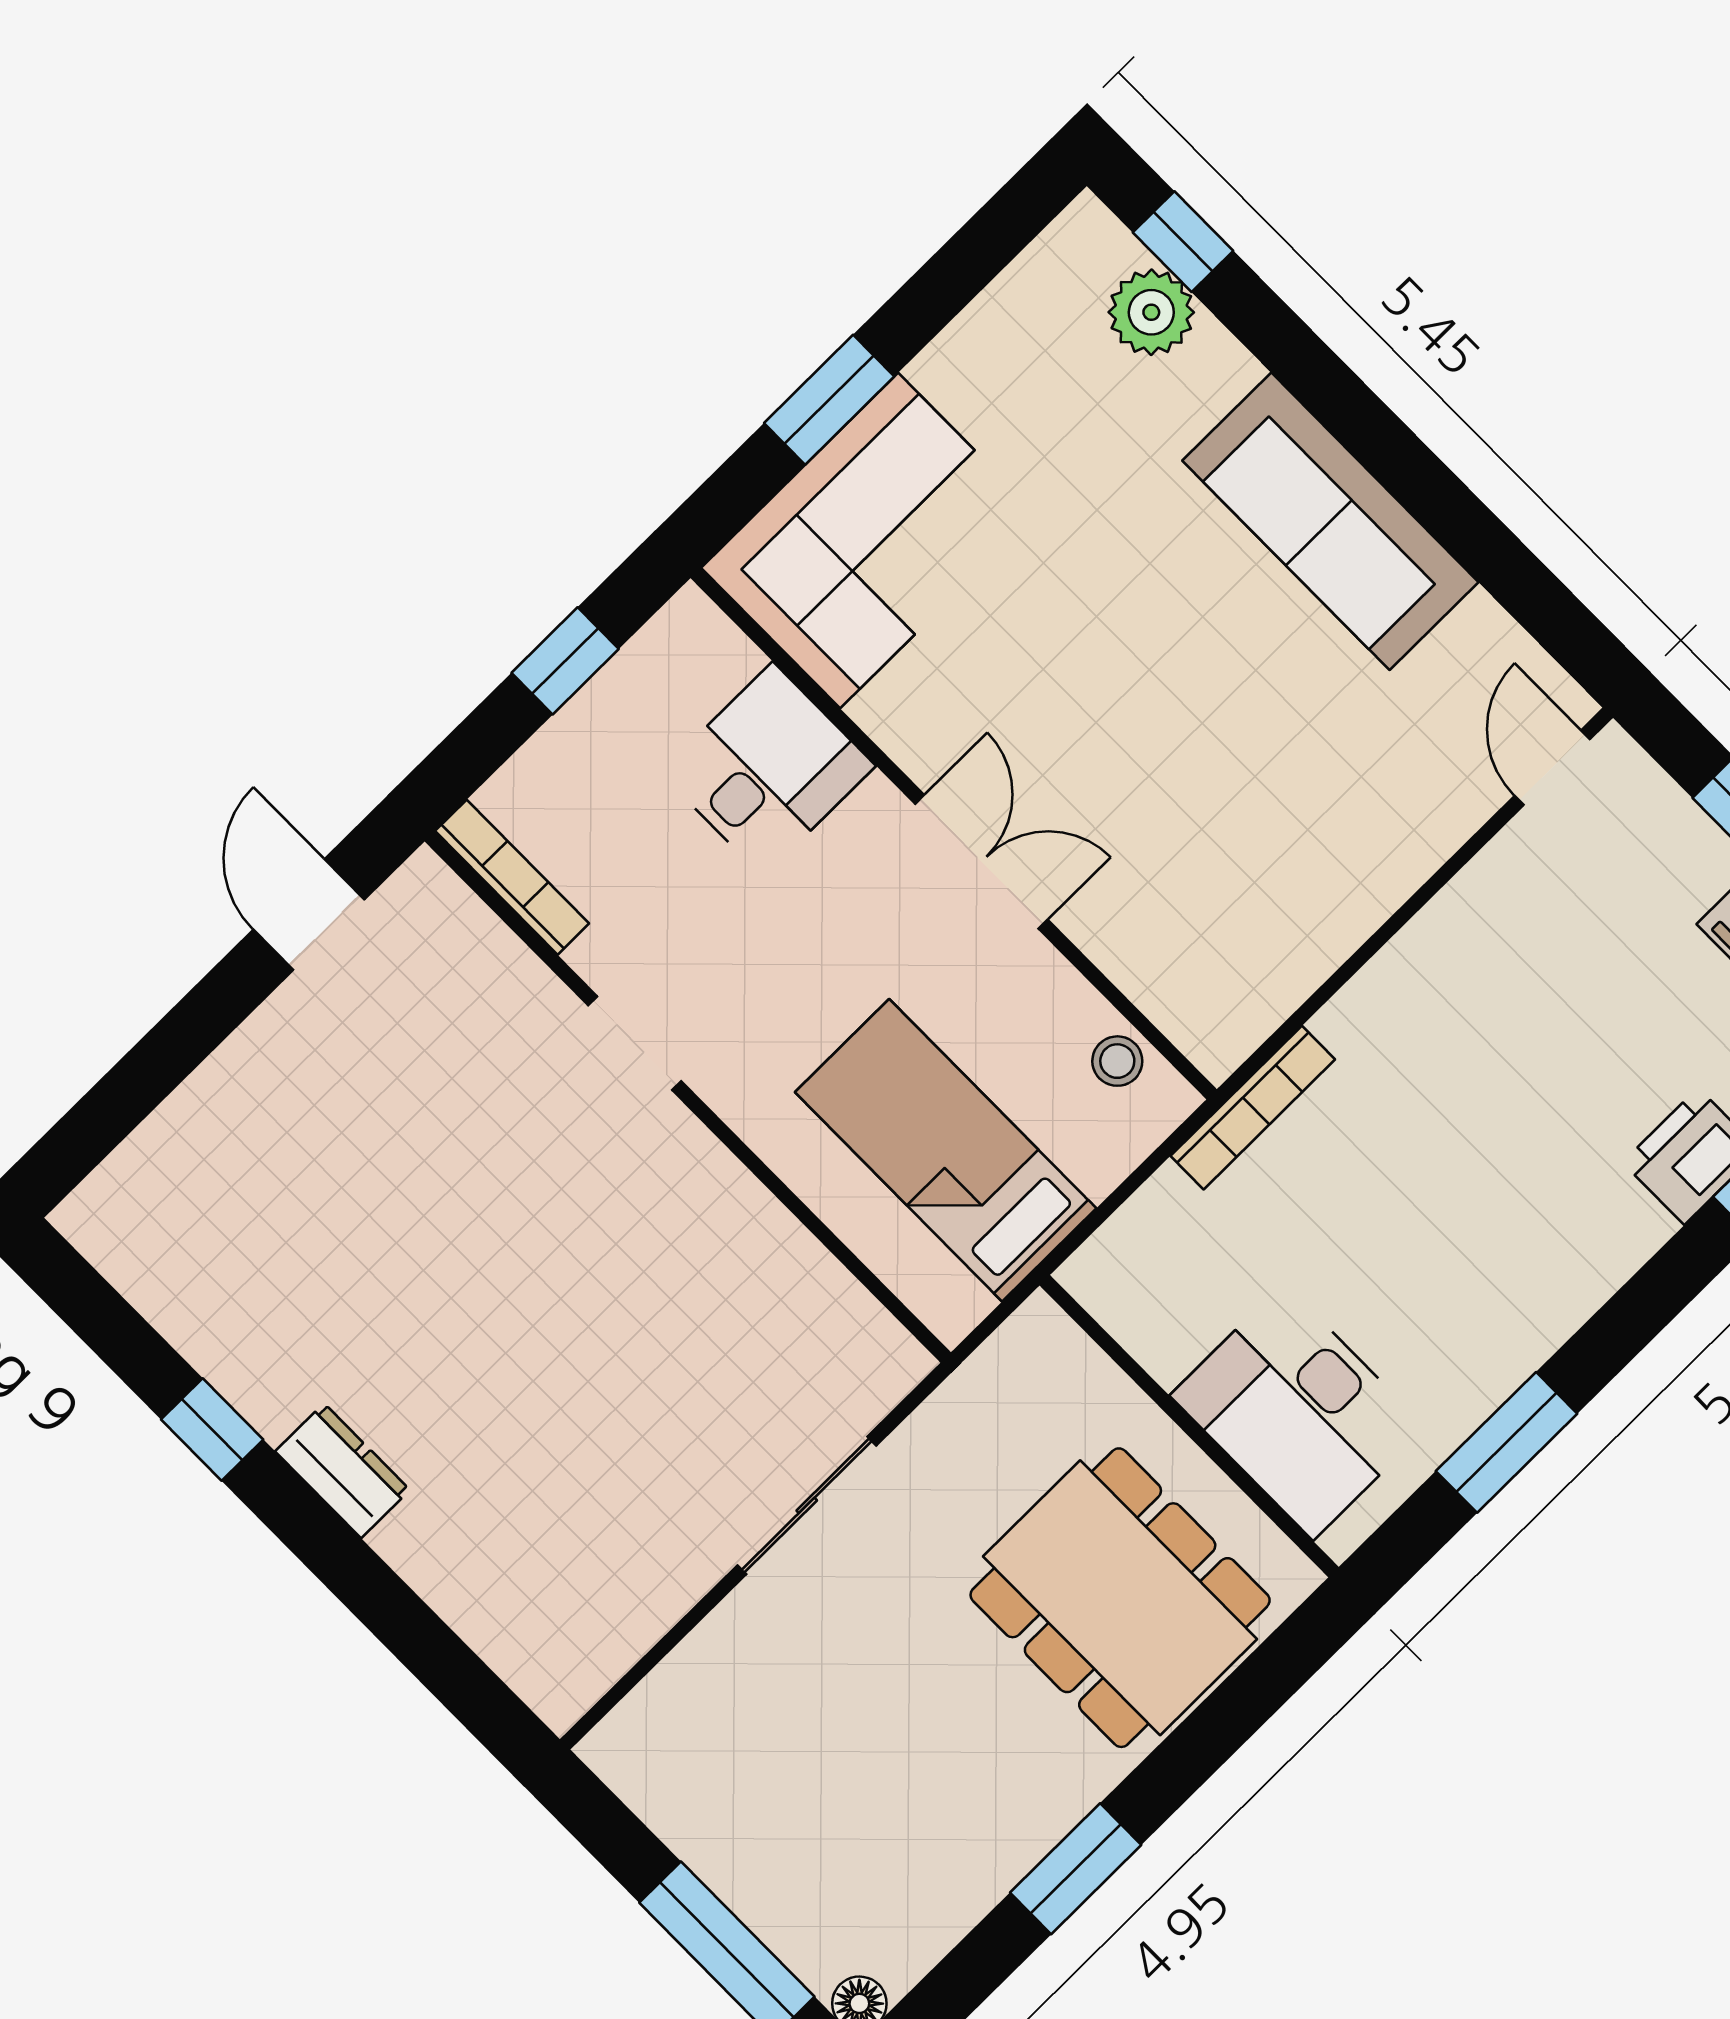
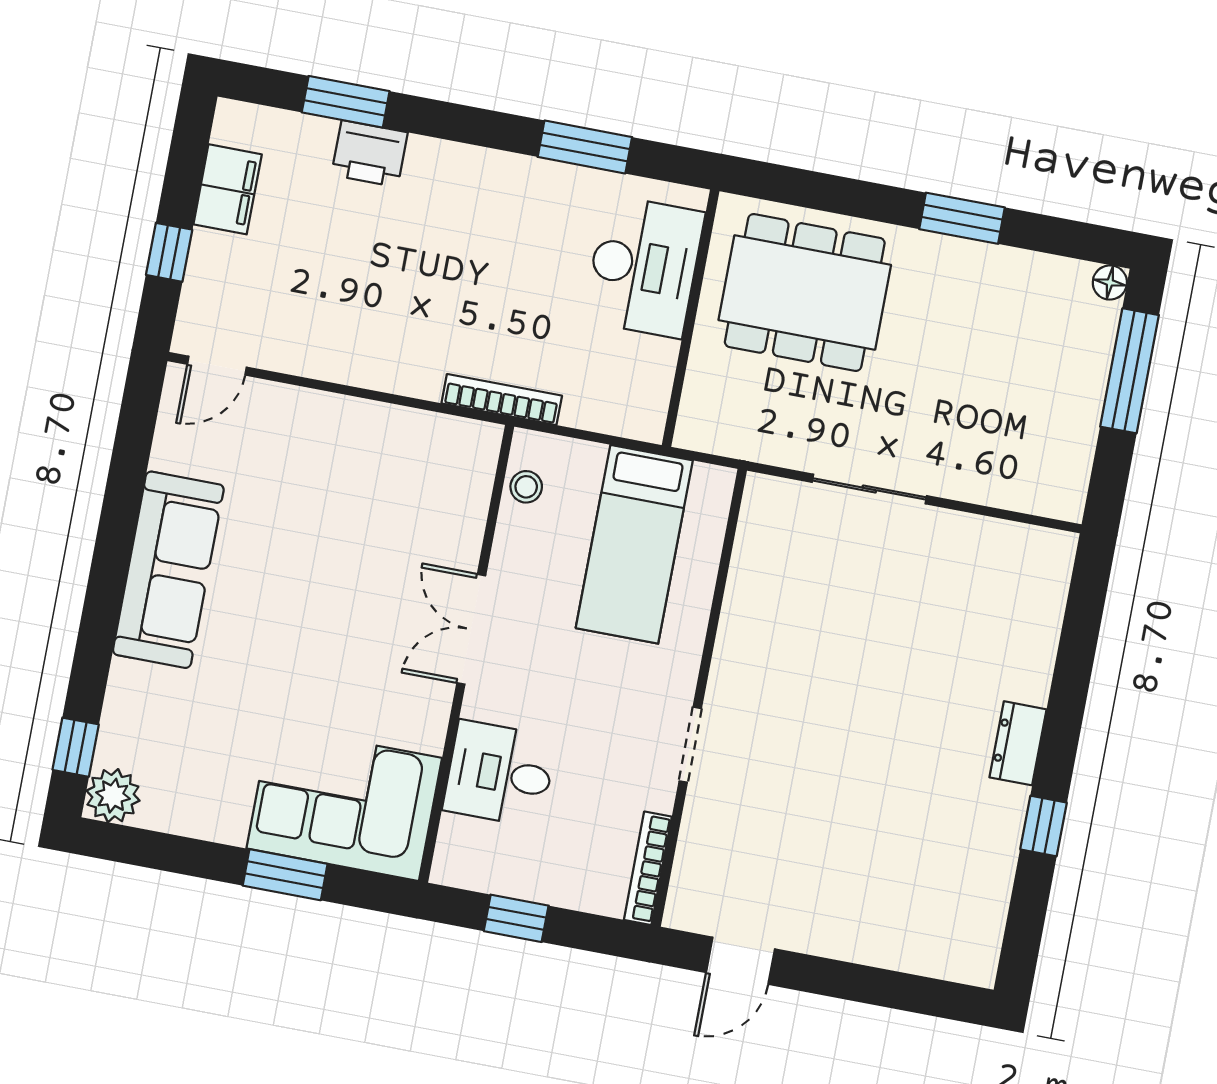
plant: (1151, 312) -> (113, 796), moved
dining table: (1120, 1598) -> (805, 293), turned 90

